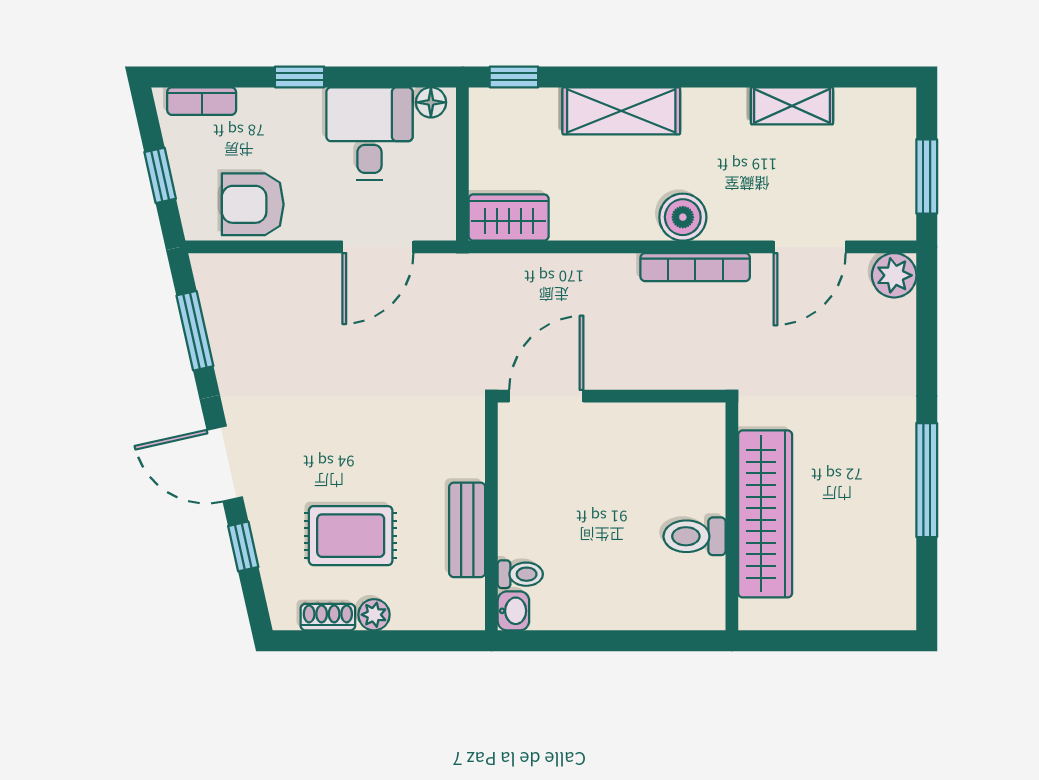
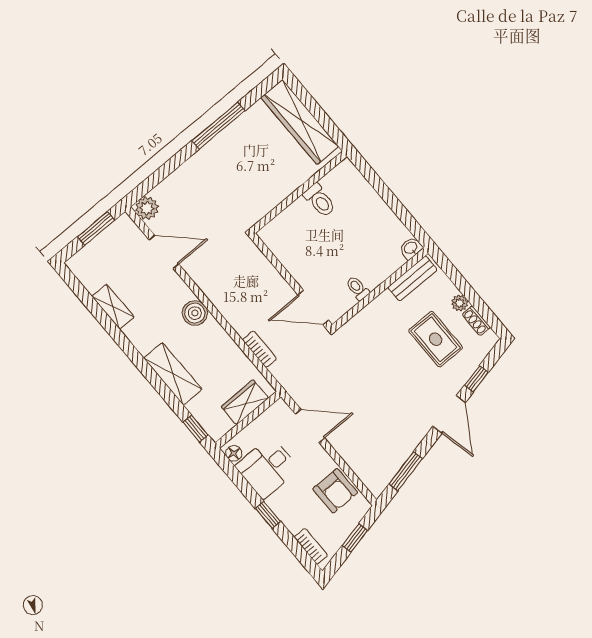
wardrobe: (509, 217) -> (245, 402), moved, turned 90
bookcase: (695, 267) -> (260, 349), moved, width x0.64
wardrobe: (765, 514) -> (300, 122), moved, turned -90
bench: (467, 530) -> (413, 278), moved
toilet: (520, 574) -> (357, 288), moved

